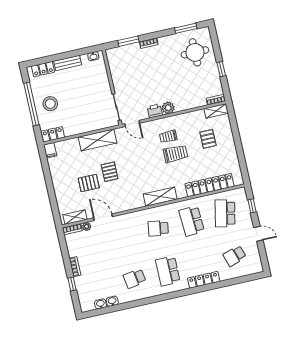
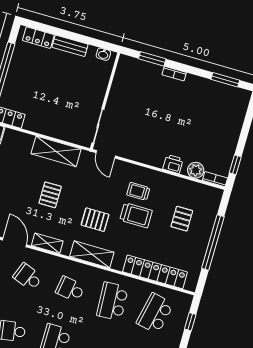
round table: (195, 52) -> (221, 113), removed
window: (221, 69) -> (235, 165), moved
stool: (50, 104) -> (25, 81), removed
plant: (168, 108) -> (196, 170), moved
printer: (155, 111) -> (173, 164), moved
shelving: (216, 111) -> (47, 243), moved
window: (238, 144) -> (213, 243), added
pallet: (89, 183) -> (95, 220), moved
school desk: (125, 236) -> (28, 277), added

